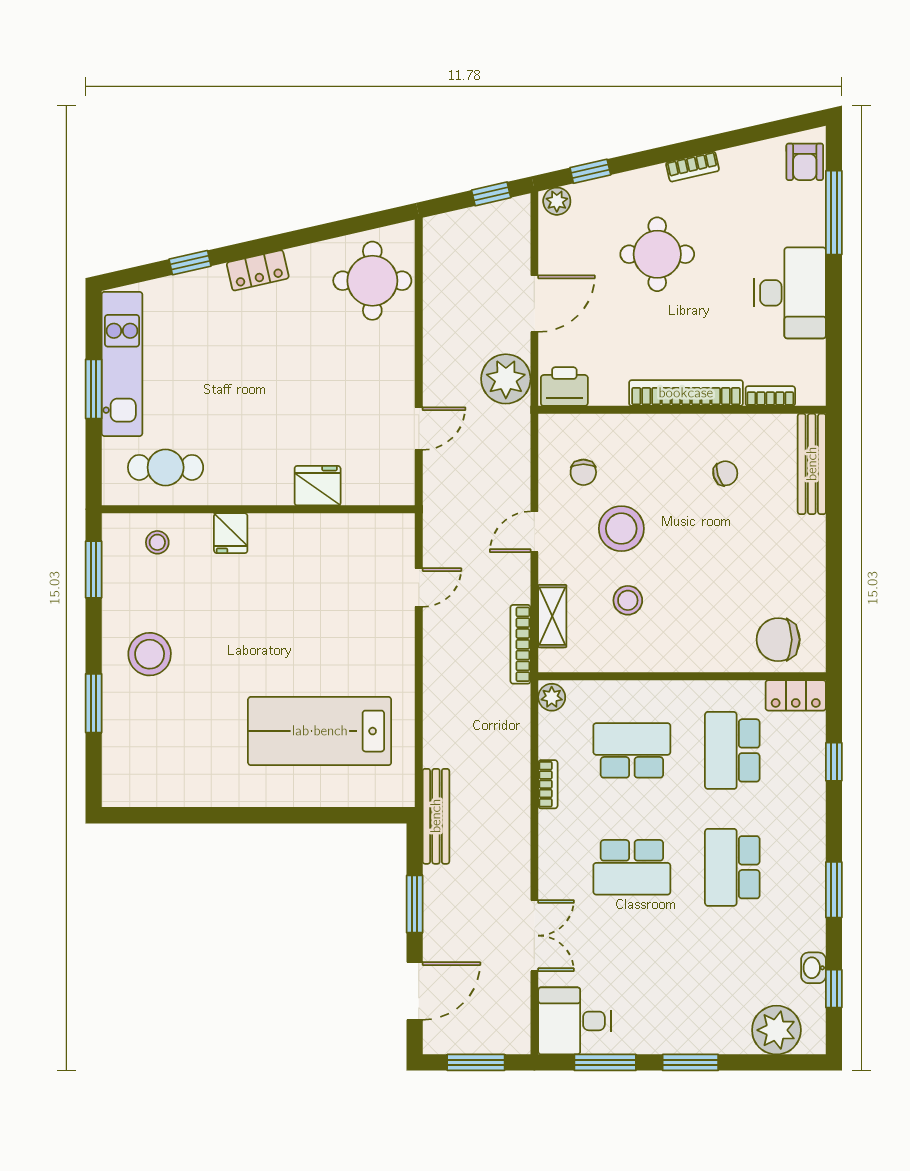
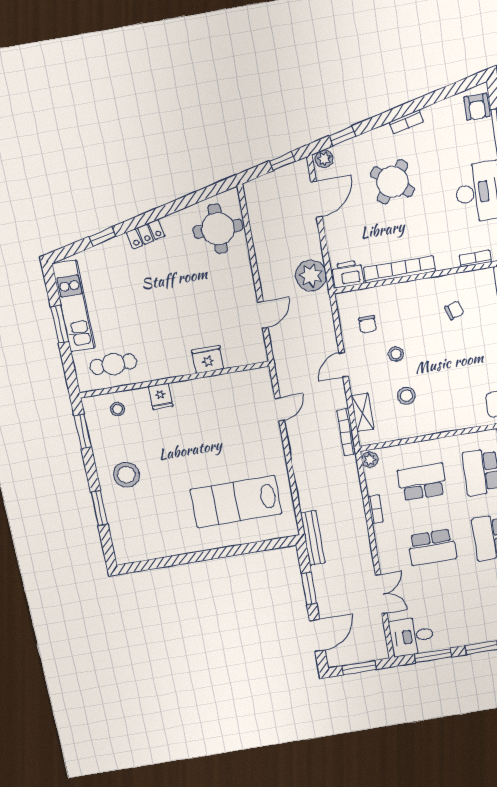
round table: (657, 254) -> (392, 182), turned 38
door: (534, 304) -> (316, 199), moved
bookcase: (686, 393) -> (399, 269), moved
stool: (621, 529) -> (396, 354), width x0.53, depth x0.53

